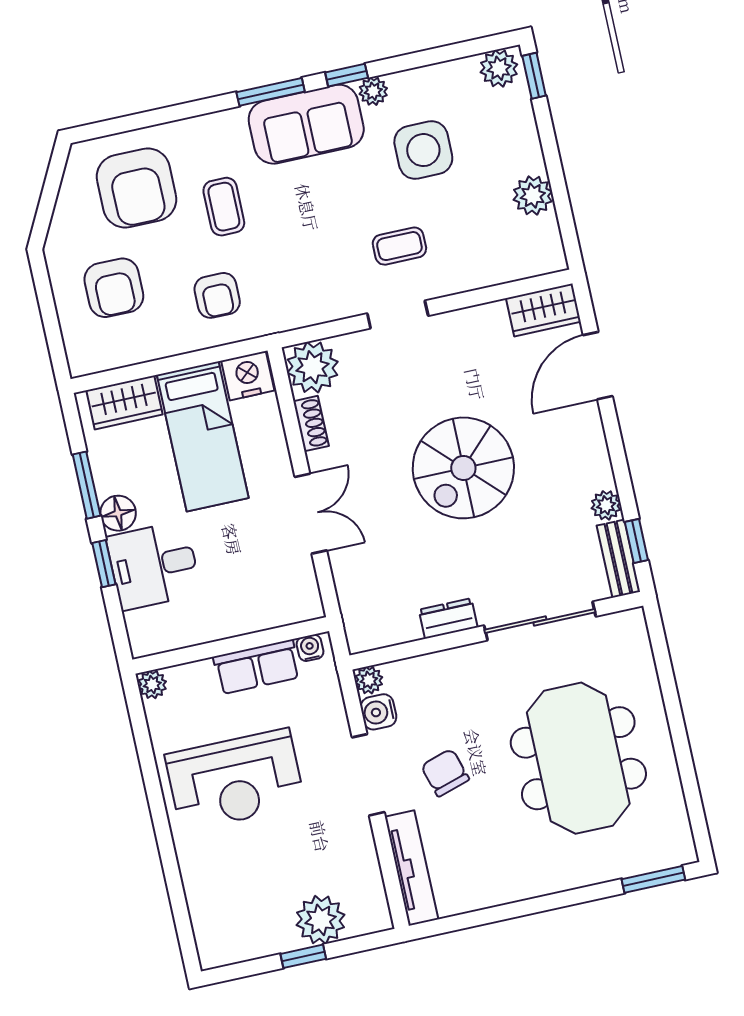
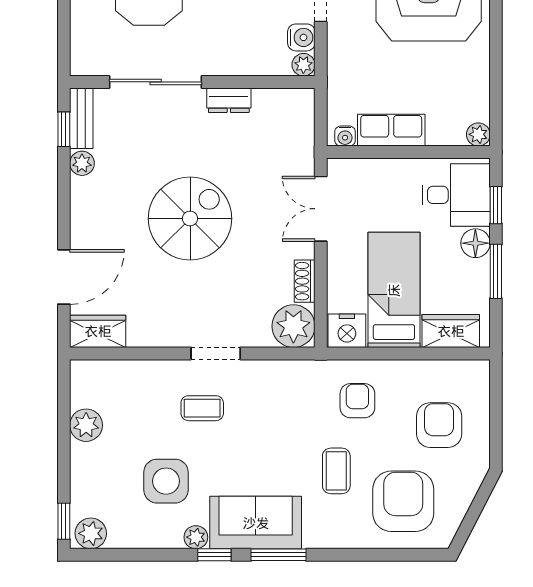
wall: (231, 645) -> (408, 152), moved
water cooler: (310, 648) -> (345, 136), moved
row of seats: (257, 667) -> (391, 130), moved
plant: (152, 684) -> (478, 134), moved

